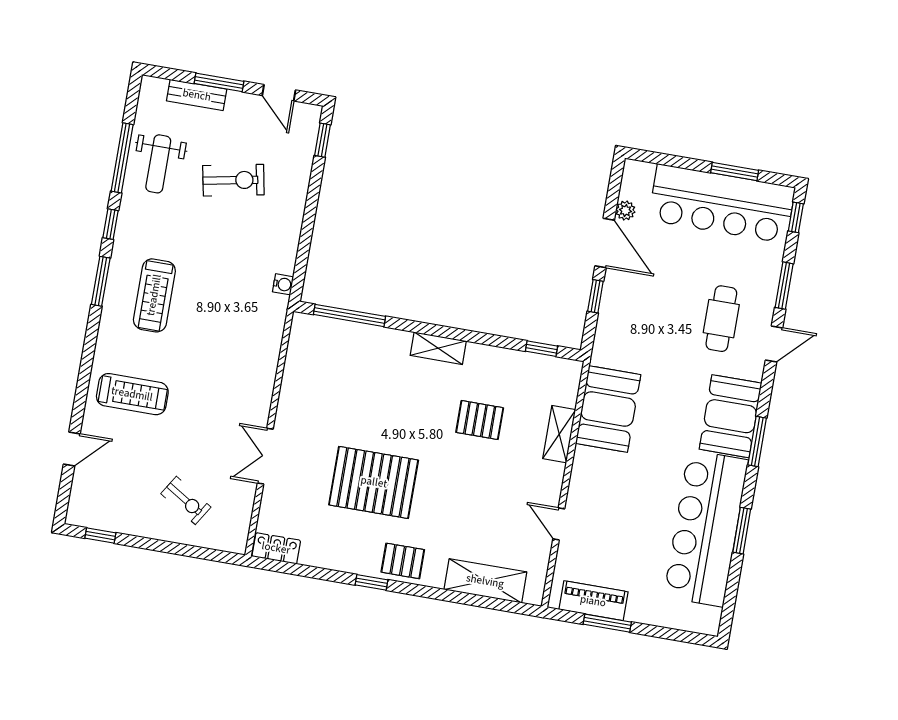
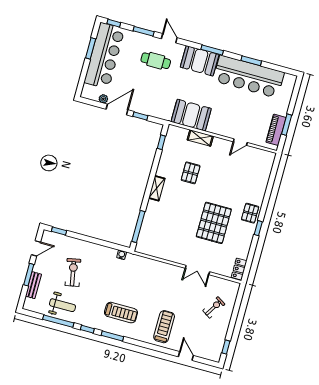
shelving: (485, 581) -> (263, 177), removed

